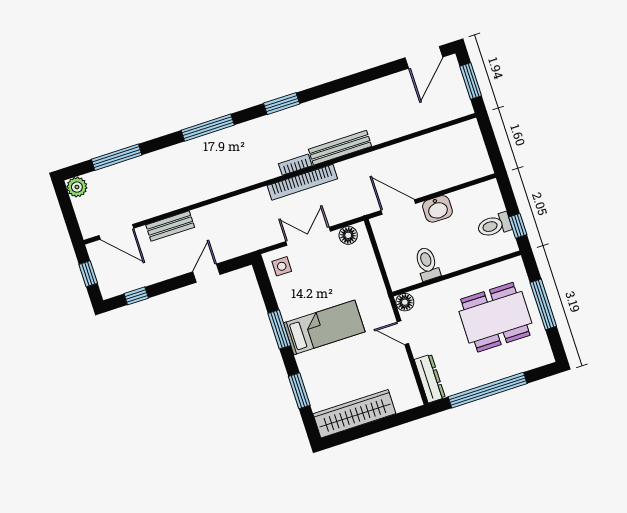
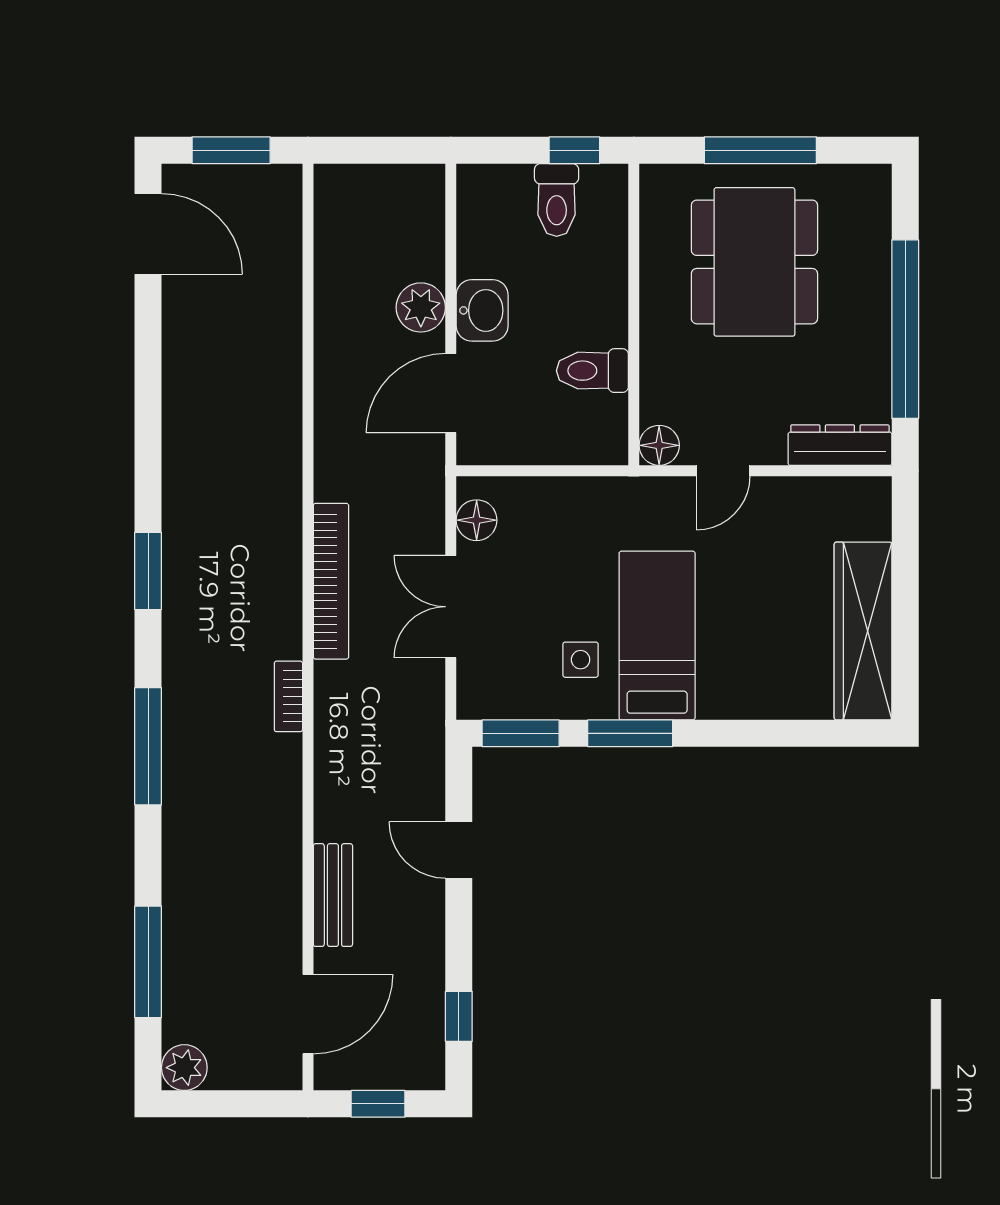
bench: (340, 148) -> (283, 477), removed
bookcase: (295, 165) -> (288, 696), moved
plant: (430, 183) -> (421, 307), added
side table: (282, 266) -> (581, 660), moved
window: (299, 391) -> (521, 733), moved

